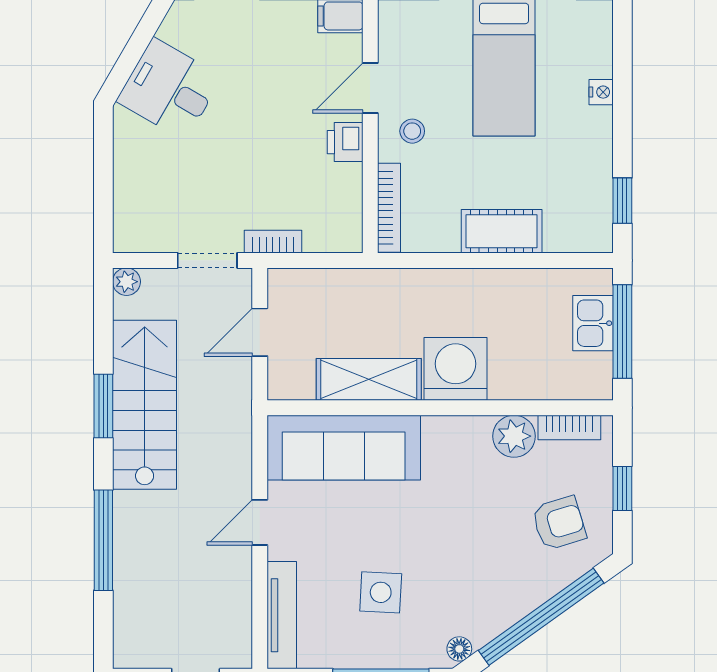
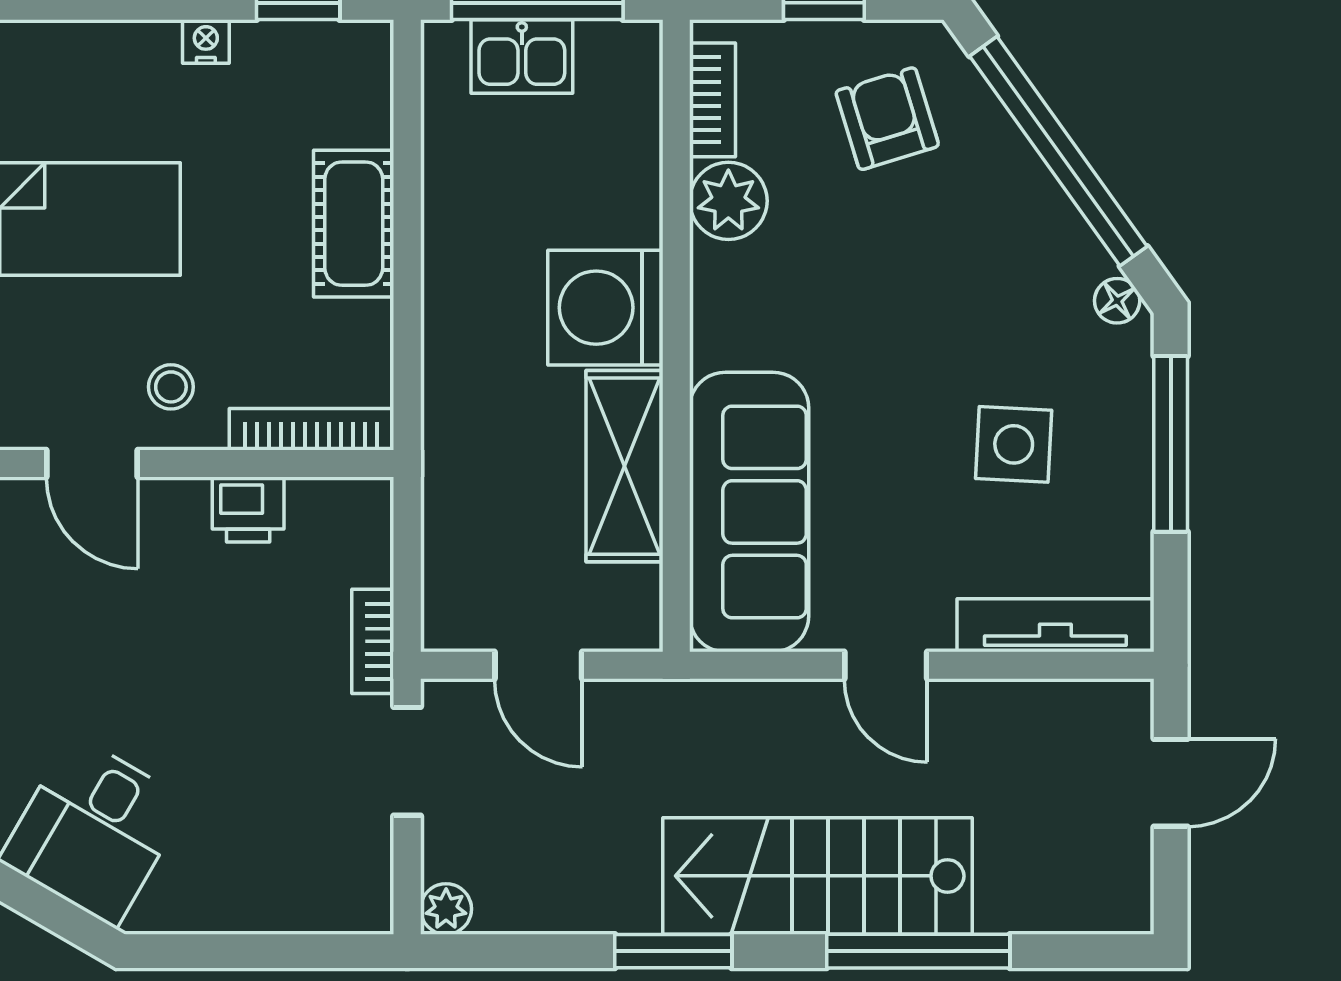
nightstand: (601, 92) -> (206, 41), moved
printer: (345, 142) -> (248, 510), moved
stairs: (145, 405) -> (818, 876), moved

